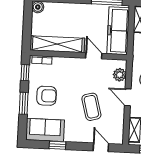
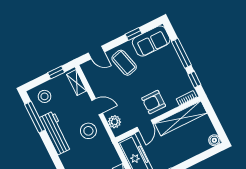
door: (94, 56) -> (145, 126), hinge flipped
armchair: (47, 96) -> (154, 102), moved
window: (24, 103) -> (181, 53), width x1.44
coffee table: (91, 107) -> (124, 63), moved

